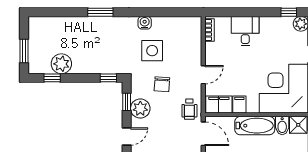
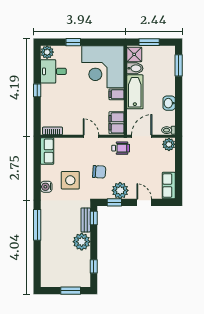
window: (100, 12) -> (37, 225), width x1.44
window: (289, 12) -> (37, 90), moved
row of seats: (186, 24) -> (47, 151), added
desk: (245, 31) -> (53, 71), moved
plant: (61, 64) -> (82, 242), moved
bench: (106, 68) -> (86, 220), added
filing cabinet: (239, 104) -> (117, 94), moved

